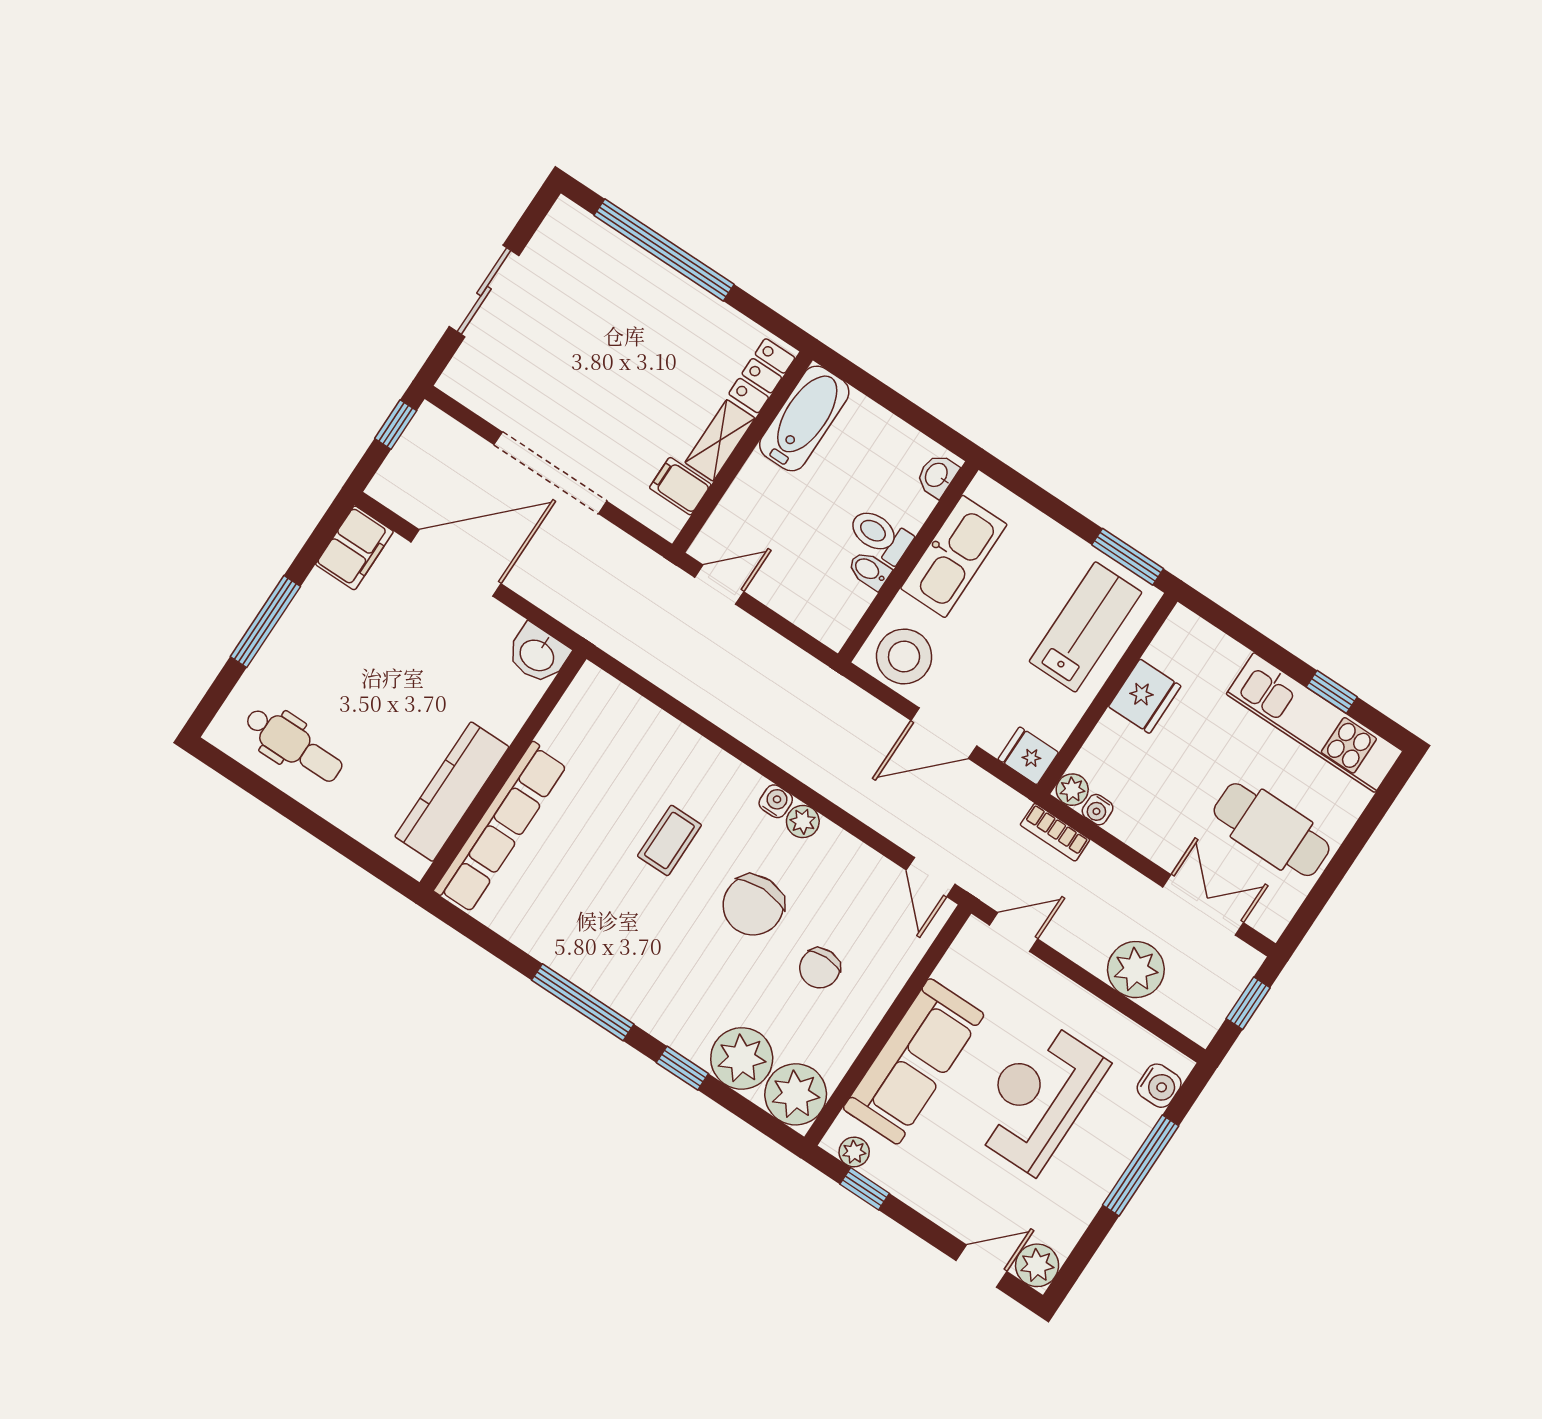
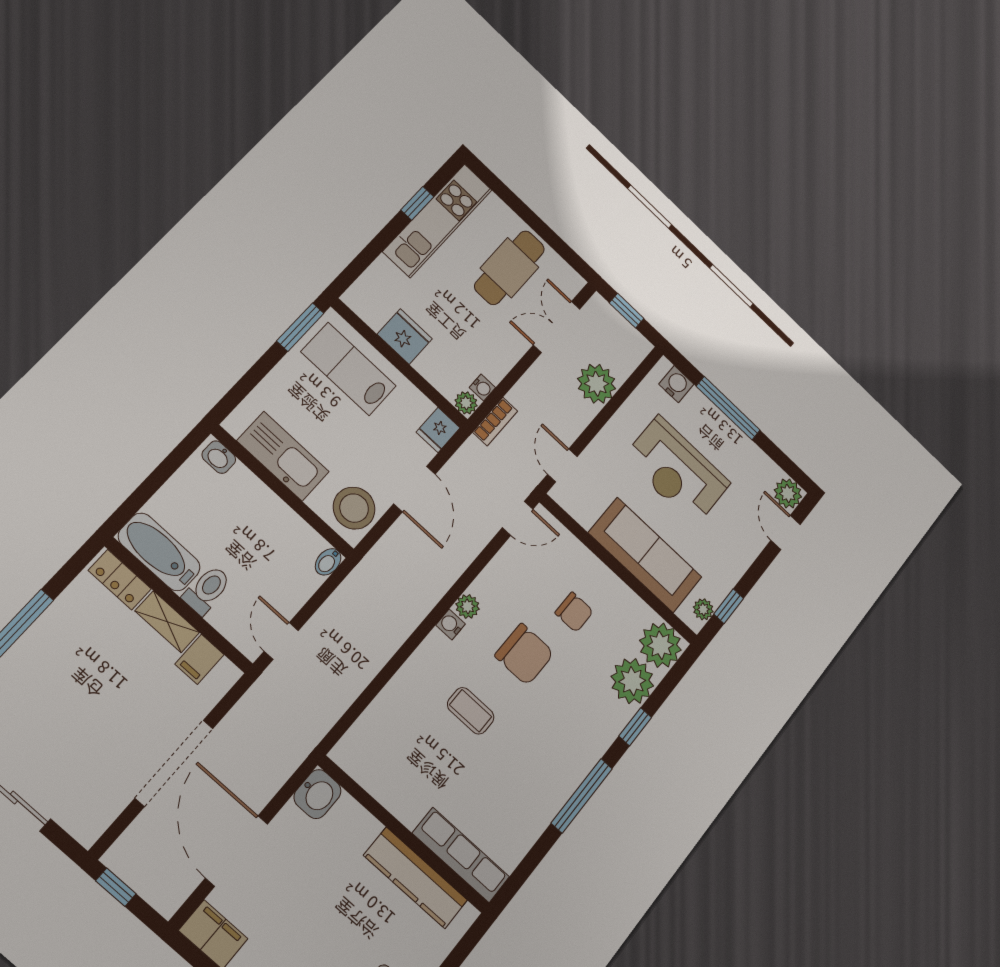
toilet: (880, 535) -> (207, 590), moved, turned 180
bidet: (869, 570) -> (328, 562), moved
row of seats: (500, 828) -> (461, 855), width x0.73

